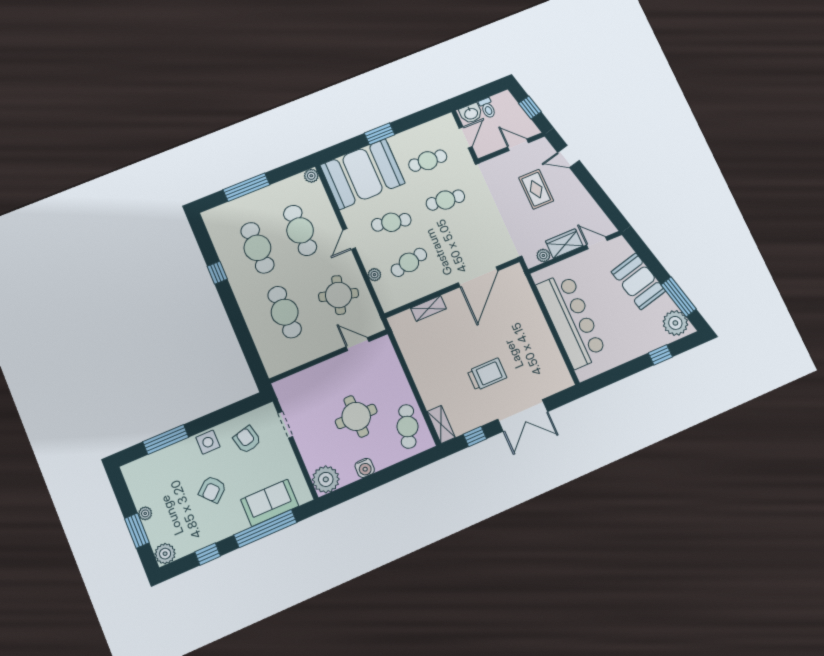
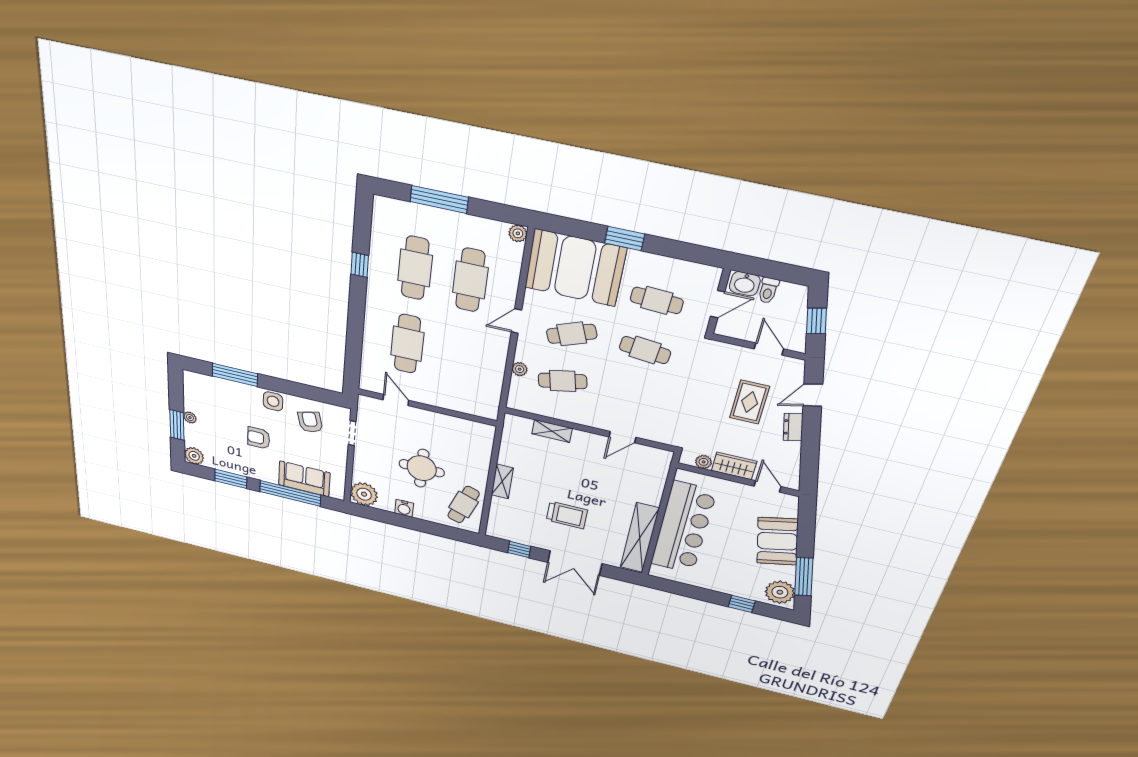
door: (568, 157) -> (813, 395), hinge flipped
dresser: (576, 187) -> (793, 427), added
cafe table: (391, 222) -> (572, 334), turned -33
door: (478, 277) -> (622, 437), width x0.53
round table: (339, 295) -> (471, 363), removed
door: (358, 344) -> (396, 400), moved
shelving: (550, 353) -> (640, 538), added
shelving: (441, 424) -> (502, 481), moved
armchair: (212, 489) -> (259, 438), turned 42
window: (208, 554) -> (231, 479), width x1.50

